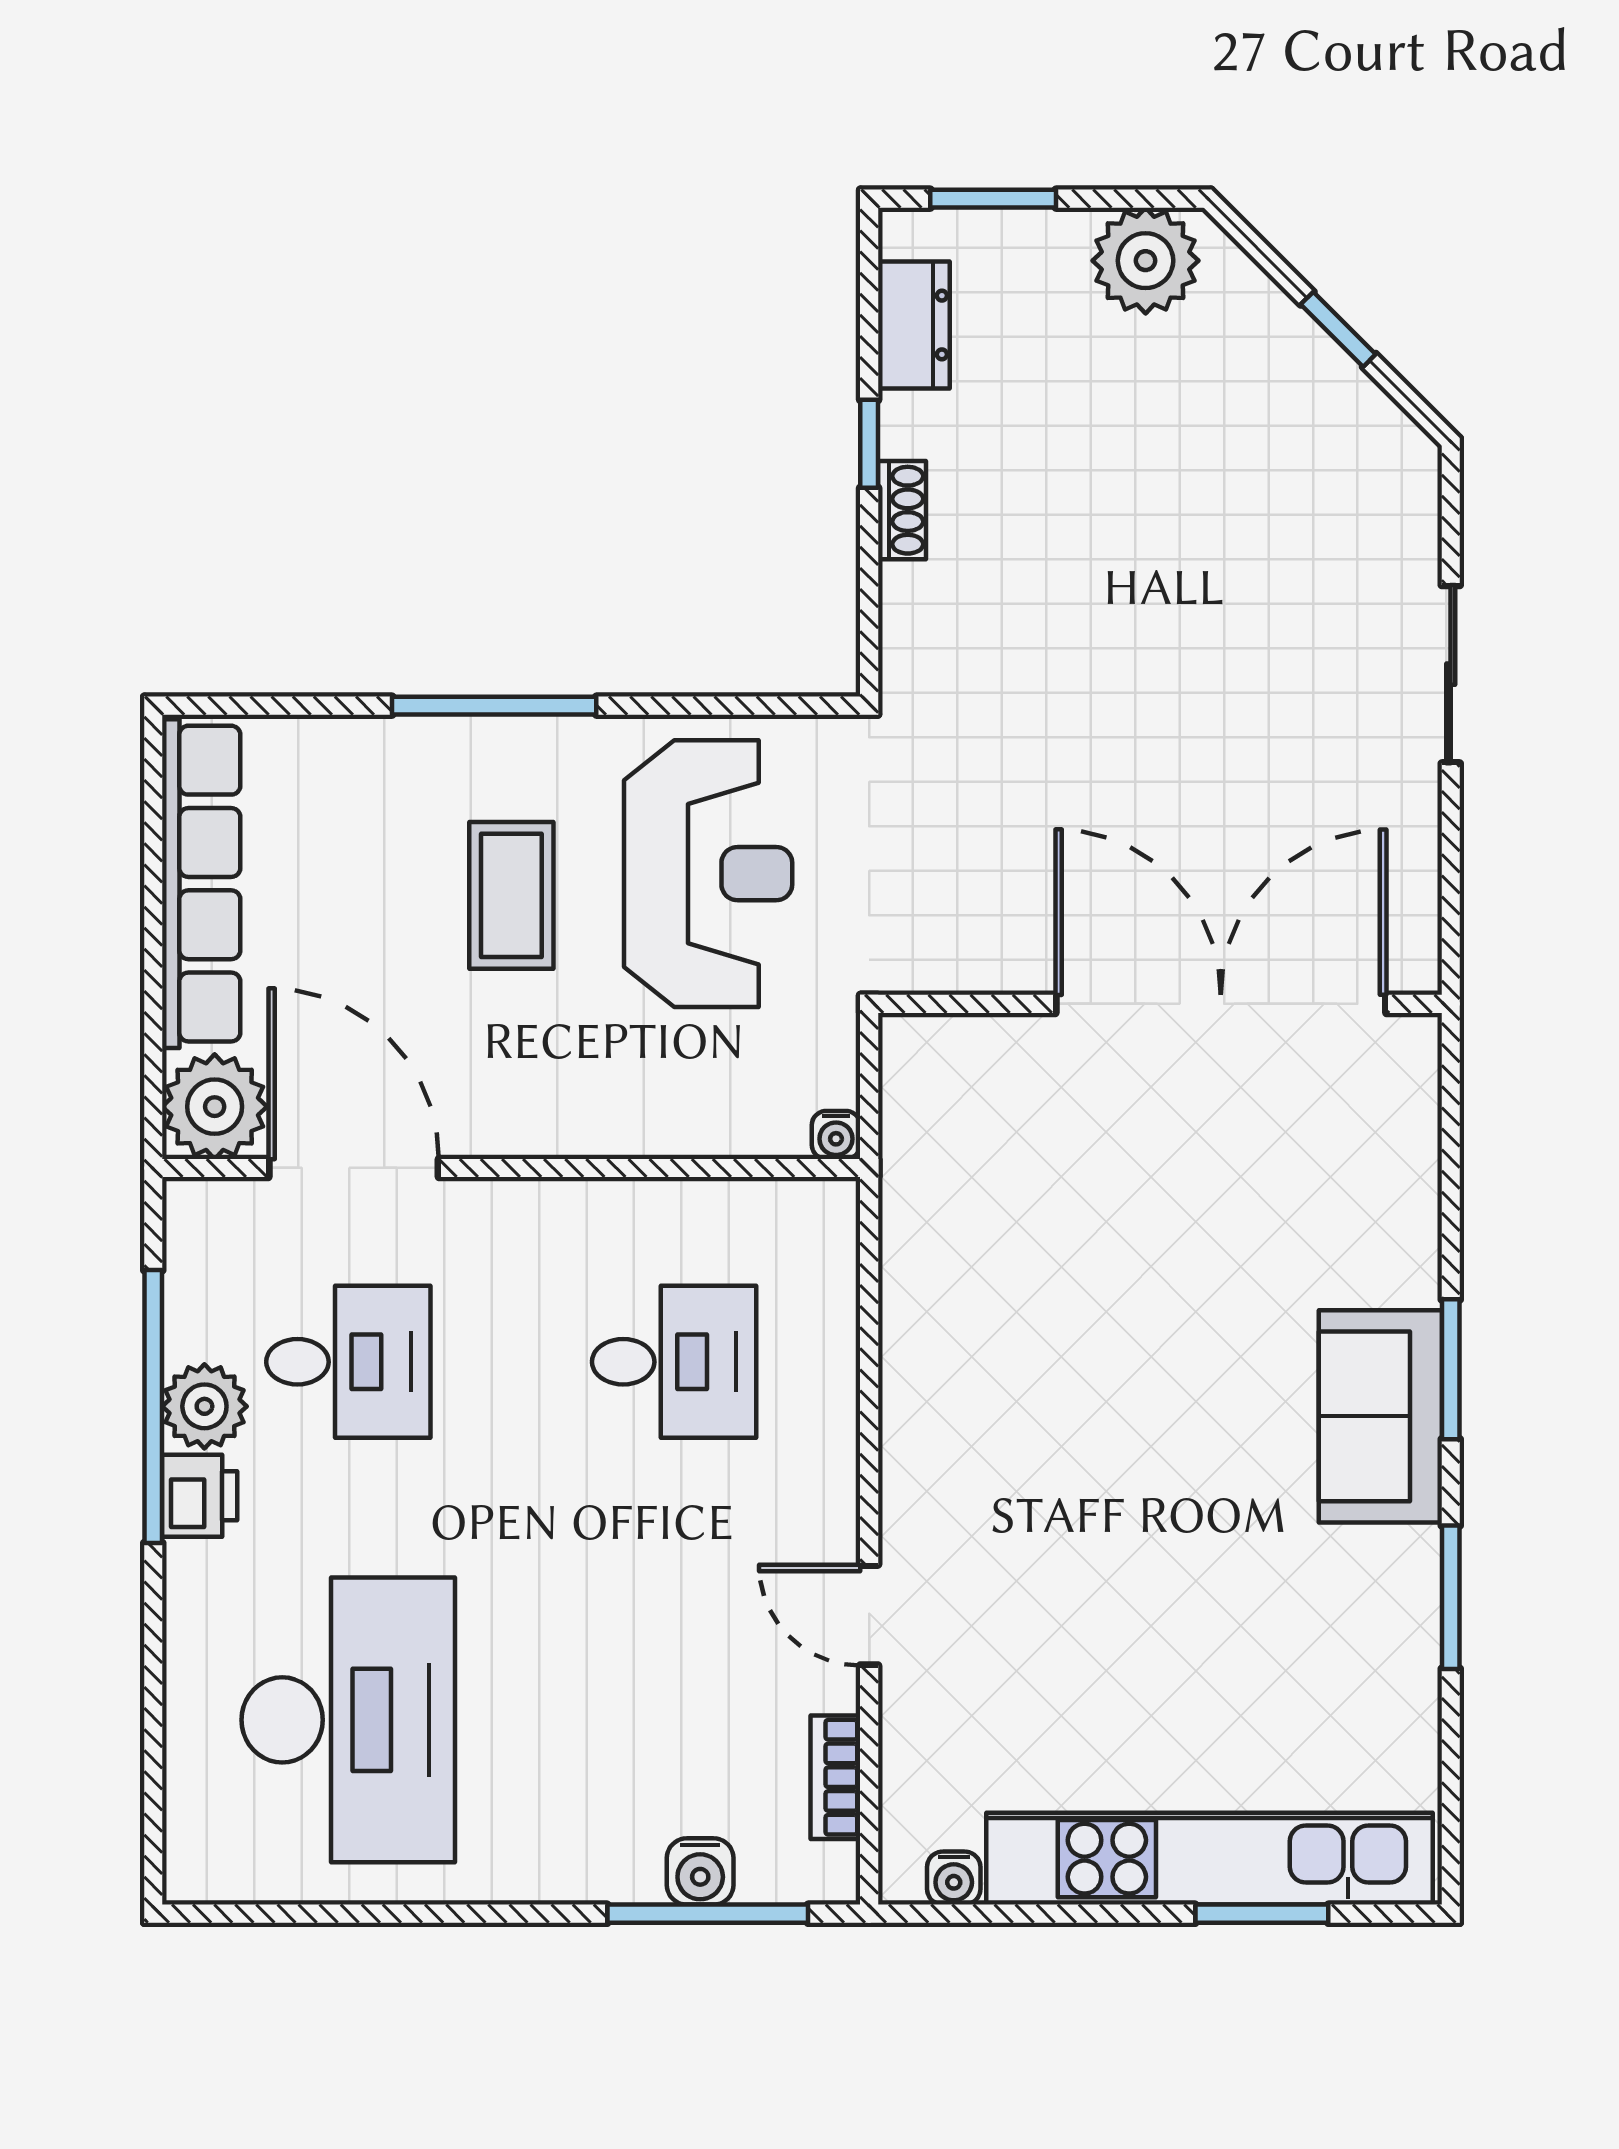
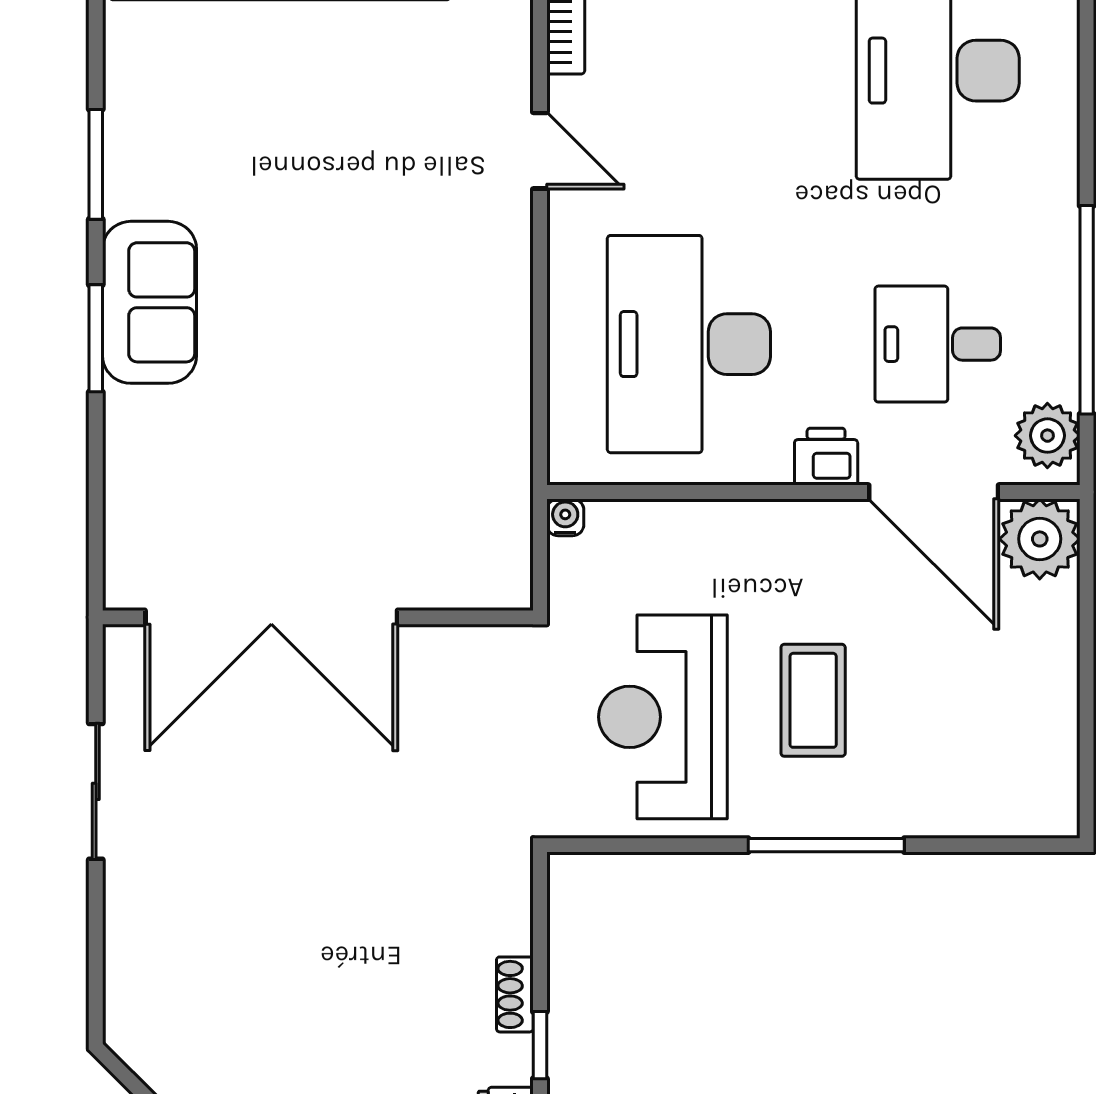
sliding door: (1451, 674) -> (96, 791), moved
row of seats: (201, 884) -> (1050, 709), removed
desk: (674, 1362) -> (689, 344), width x1.87, depth x1.30
plant: (204, 1406) -> (1047, 436), moved
printer: (200, 1496) -> (826, 457), moved, turned 90

